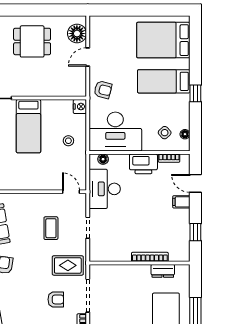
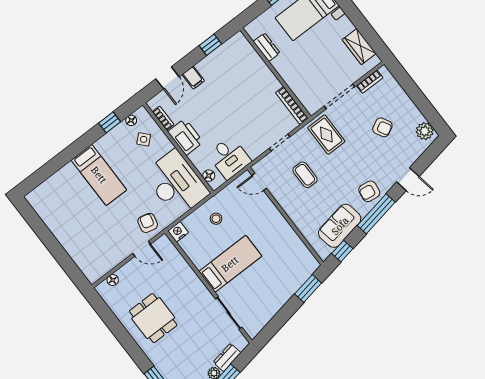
floor lamp: (77, 34) -> (113, 280), width x0.53, depth x0.53
bed: (163, 40) -> (63, 203), removed
door: (88, 57) -> (142, 249), moved
window: (195, 93) -> (110, 122), moved
desk: (105, 189) -> (229, 158), width x0.73
door: (71, 192) -> (259, 182), hinge flipped
coffee table: (51, 228) -> (305, 175), turned 90
bookcase: (150, 257) -> (292, 105), moved
armchair: (56, 299) -> (382, 127), moved, turned 152

